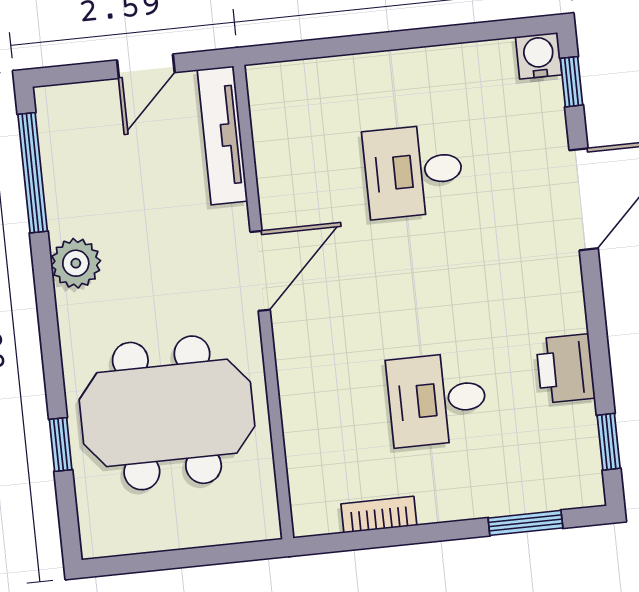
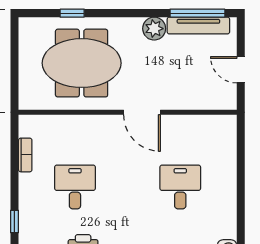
tv unit: (222, 135) -> (198, 26), moved, turned 180
meeting table: (167, 413) -> (82, 63), turned 90
window: (525, 523) -> (14, 221), width x0.67

